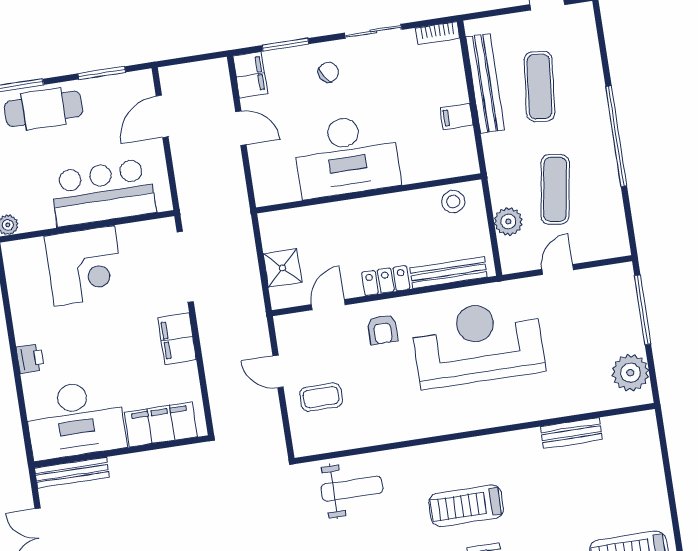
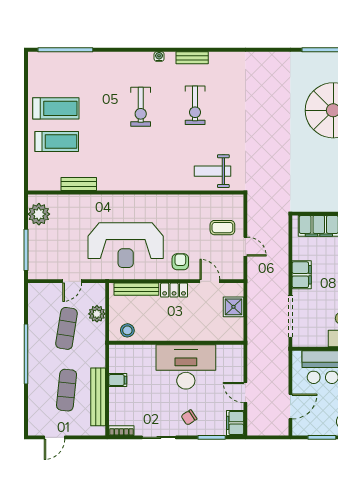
door: (328, 305) -> (210, 281), swing flipped
treadmill: (466, 506) -> (57, 141), moved

